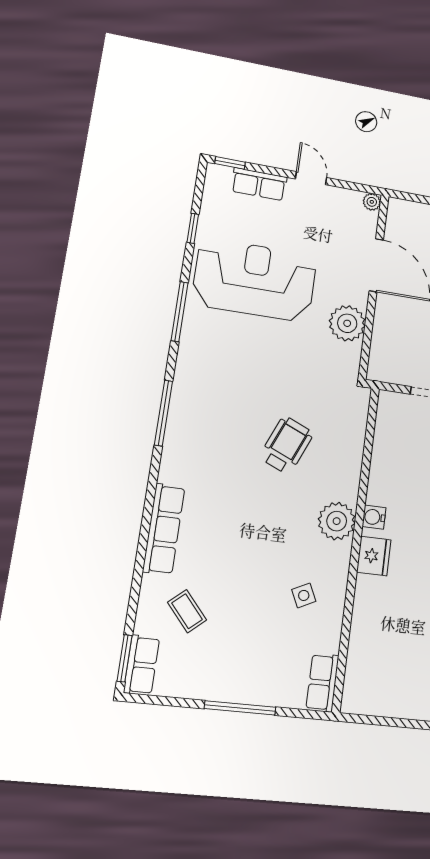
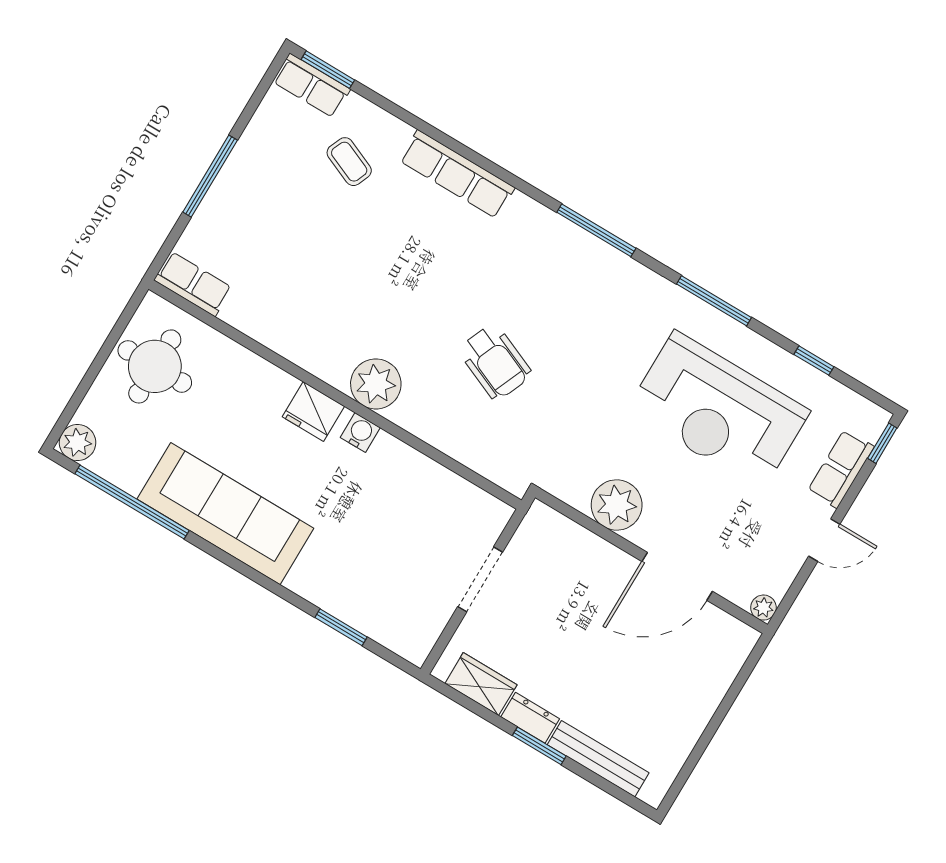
reception desk: (255, 280) -> (718, 411), turned 90
side table: (304, 595) -> (305, 306), removed
coffee table: (187, 611) -> (349, 162), turned 64
round table: (391, 682) -> (155, 366), added

